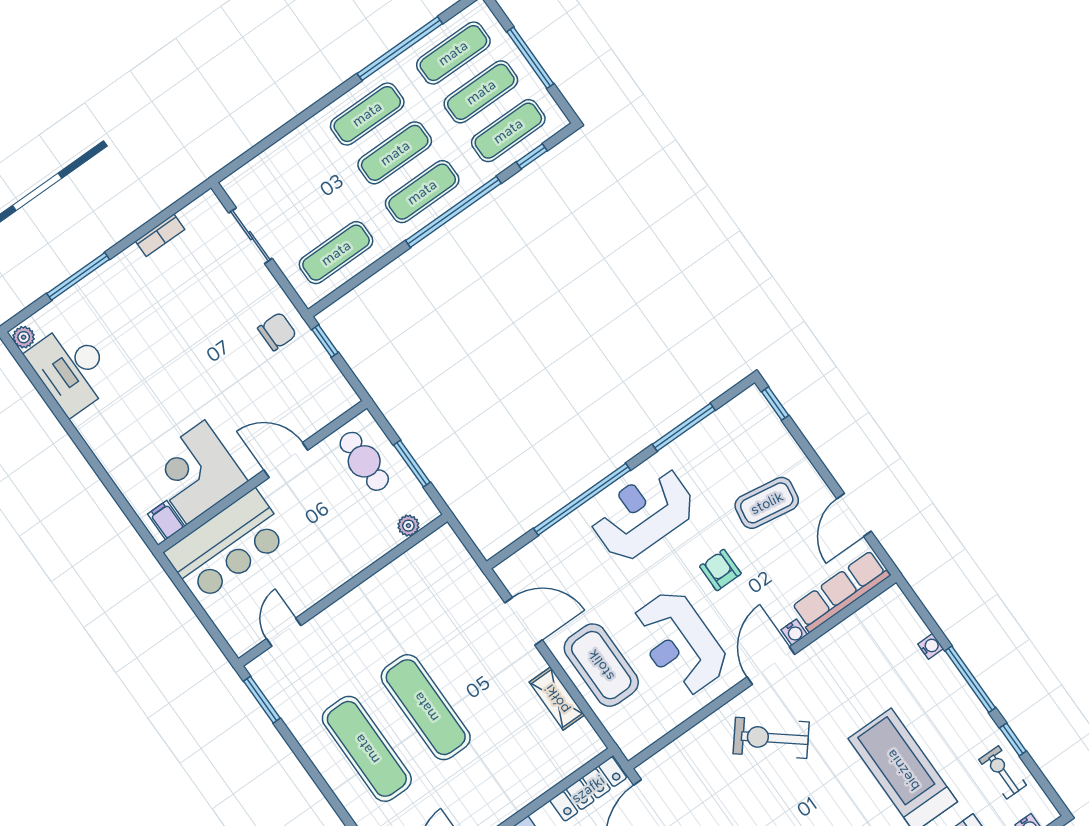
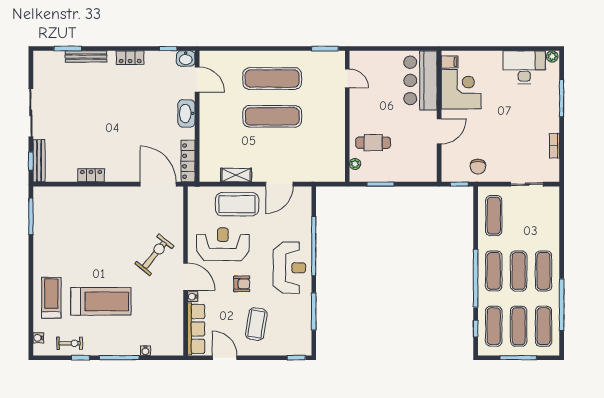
door: (286, 460) -> (439, 131), moved
cafe table: (364, 461) -> (373, 143), moved
corner desk: (196, 472) -> (461, 89), moved
wall: (262, 477) -> (439, 116), moved
filing cabinet: (166, 520) -> (450, 62), moved
bar counter: (227, 545) -> (420, 80), moved

